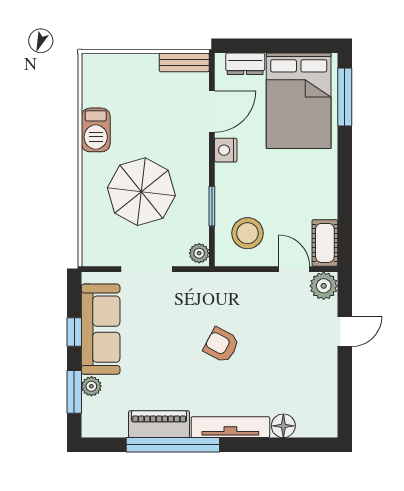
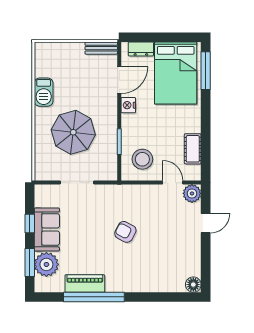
cot: (325, 243) -> (193, 149), moved
plant: (199, 253) -> (111, 172), removed
sofa: (101, 329) -> (47, 229), width x0.73
plant: (91, 386) -> (46, 264), width x1.87, depth x1.87
floor lamp: (283, 426) -> (193, 285), moved
tv unit: (230, 427) -> (131, 285), removed

